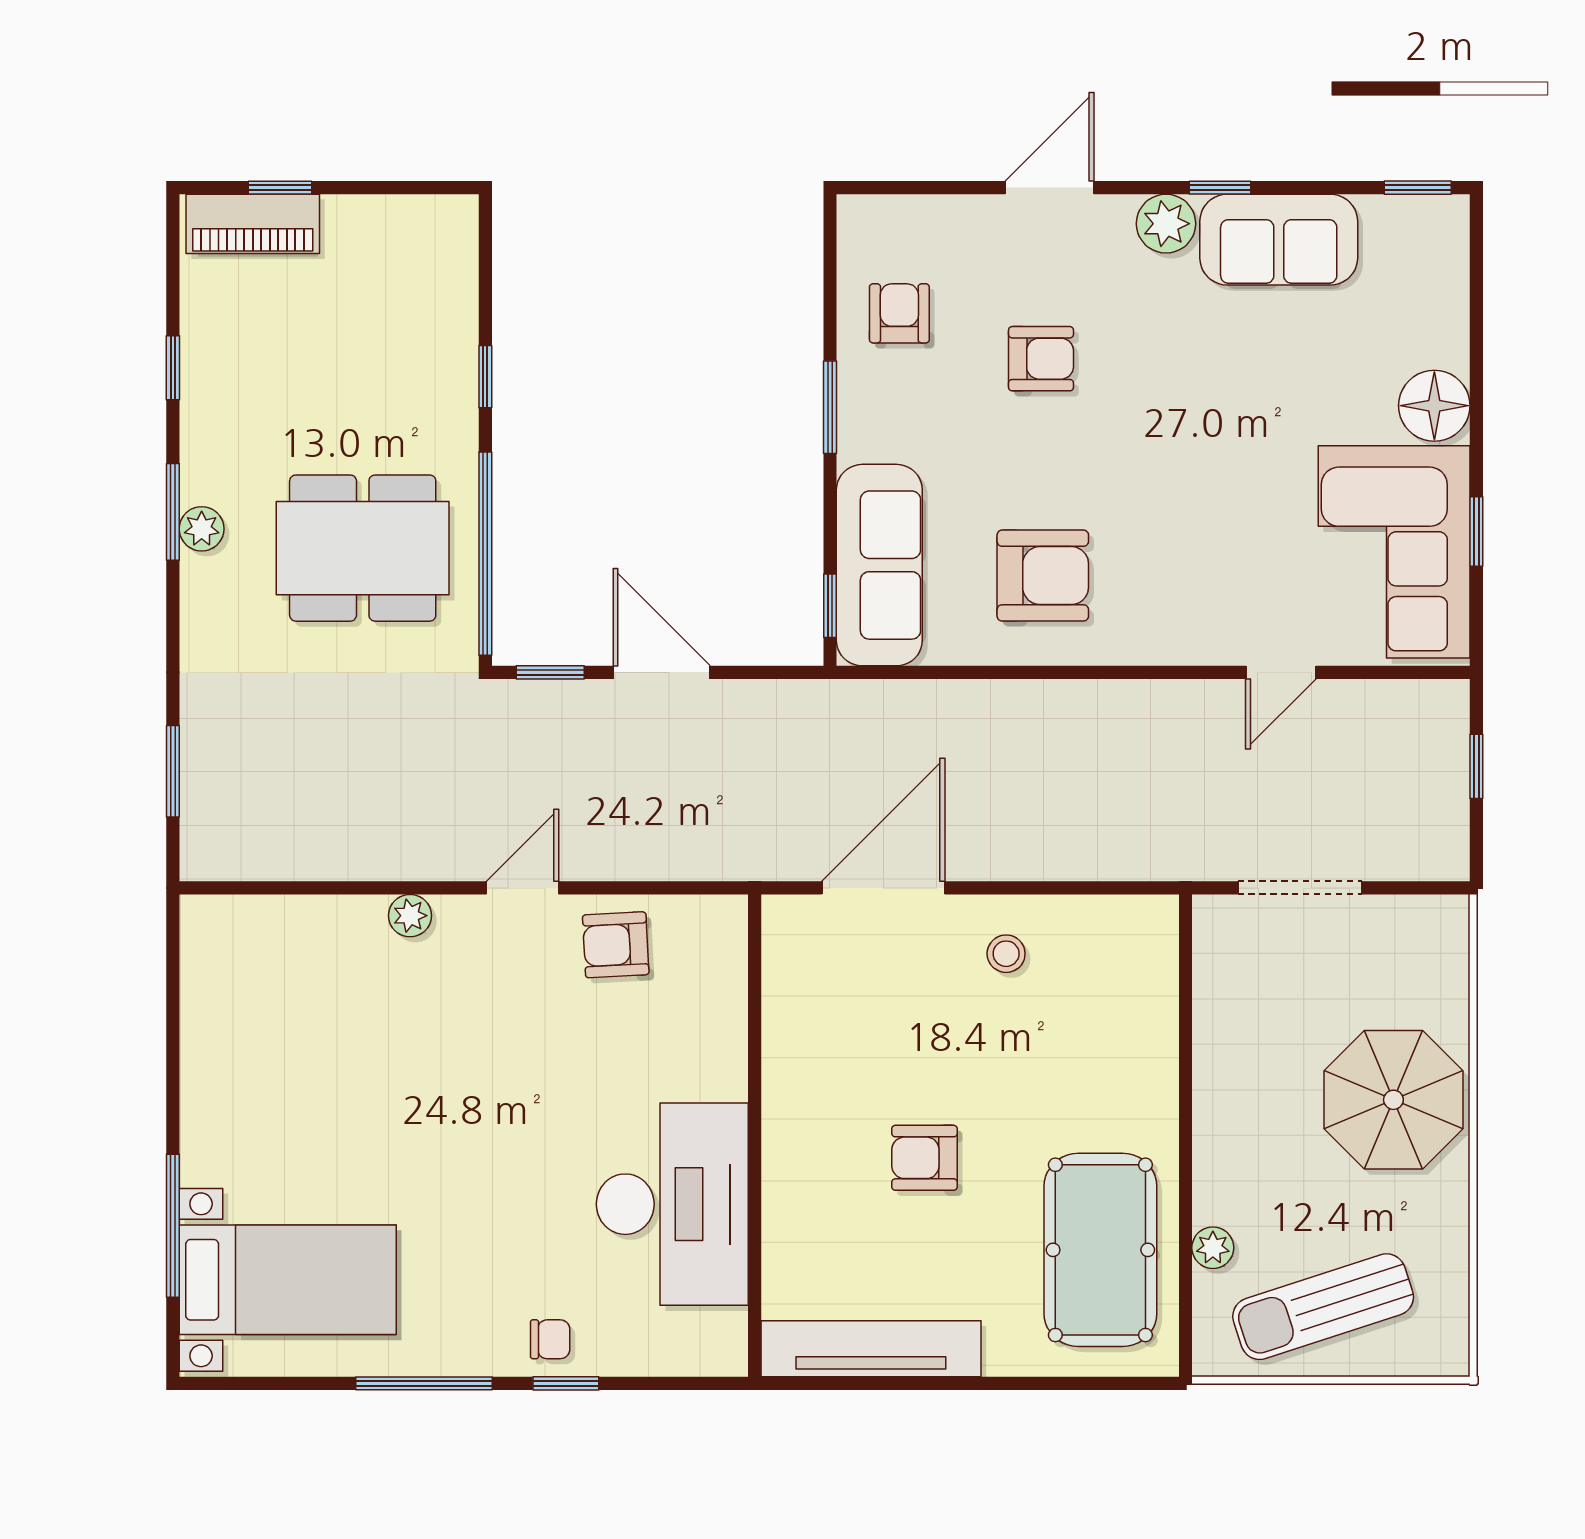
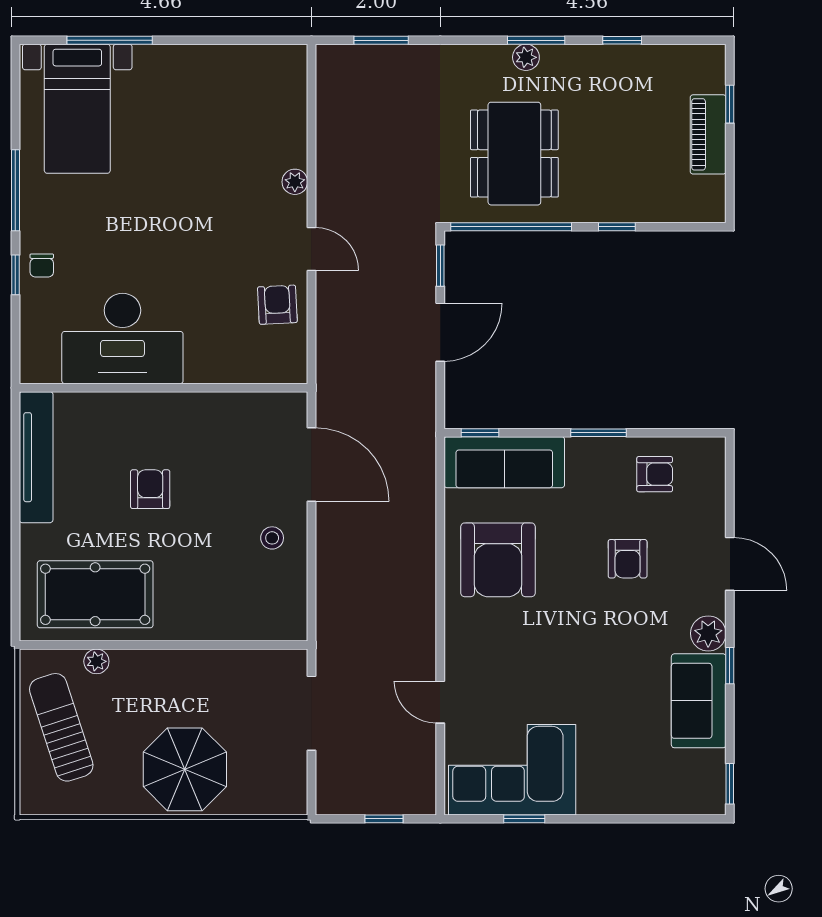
piano: (253, 224) -> (708, 134), moved
floor lamp: (1434, 406) -> (599, 794), removed
armchair: (1043, 576) -> (498, 560), width x1.36, depth x1.36

